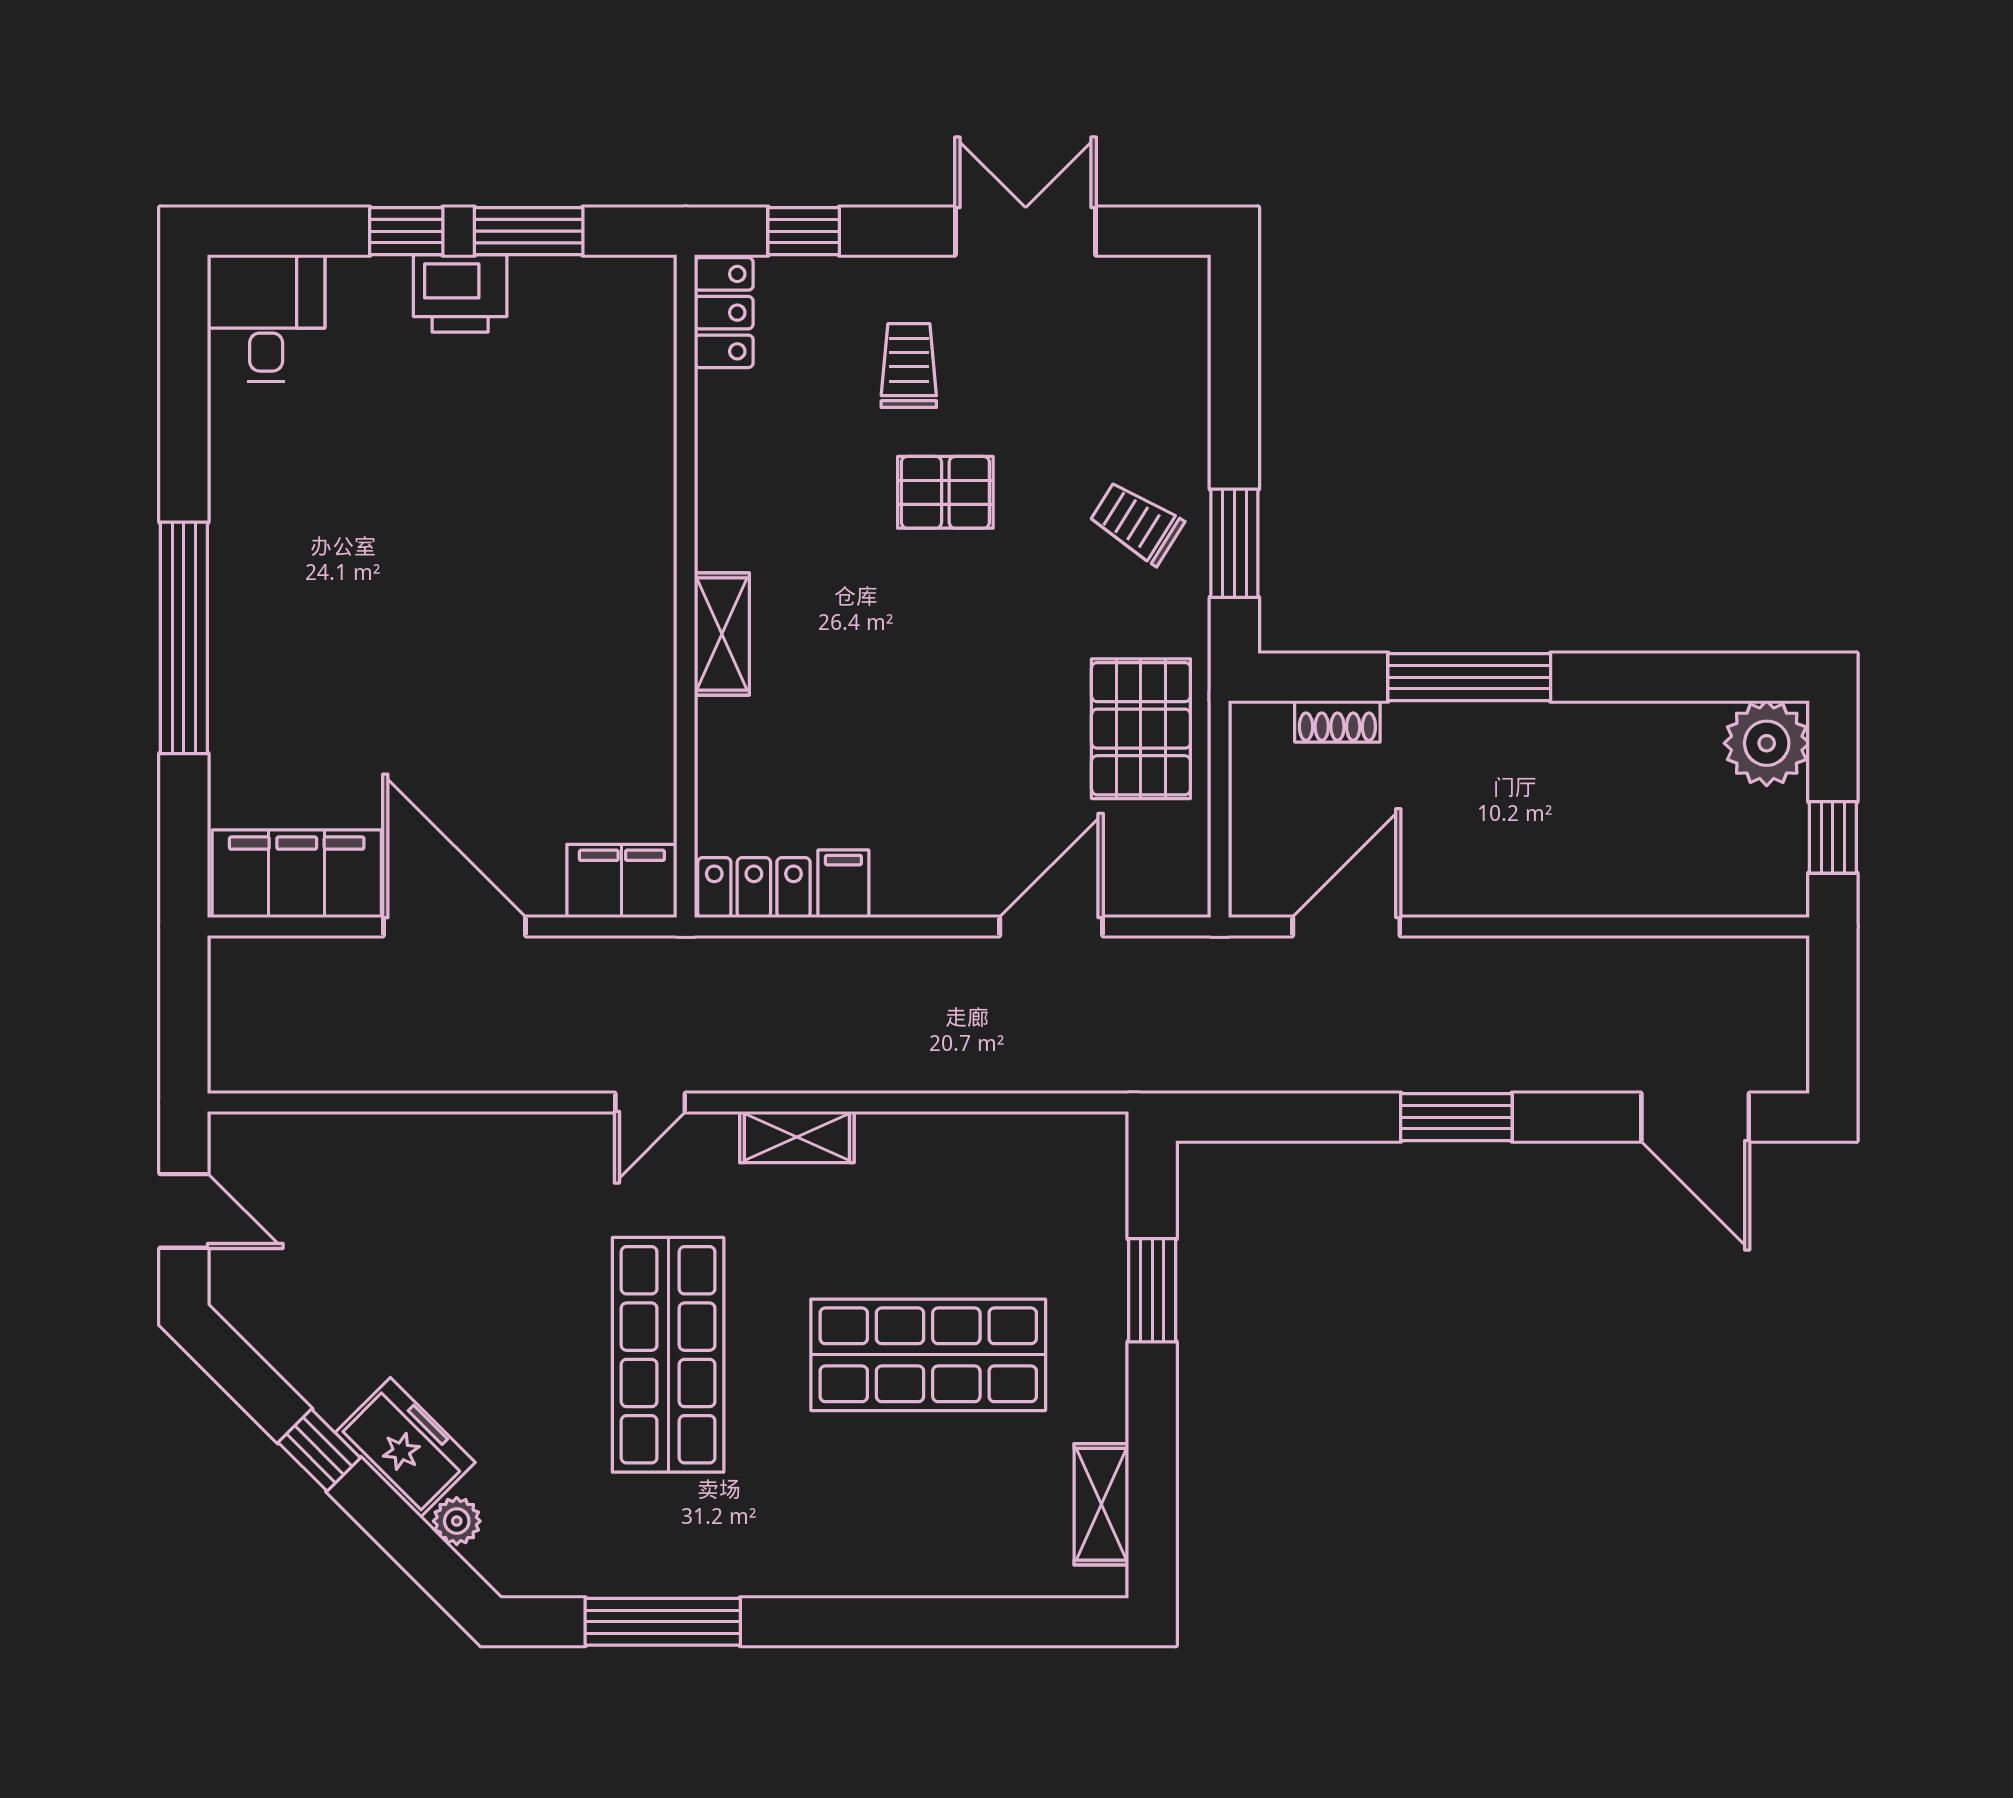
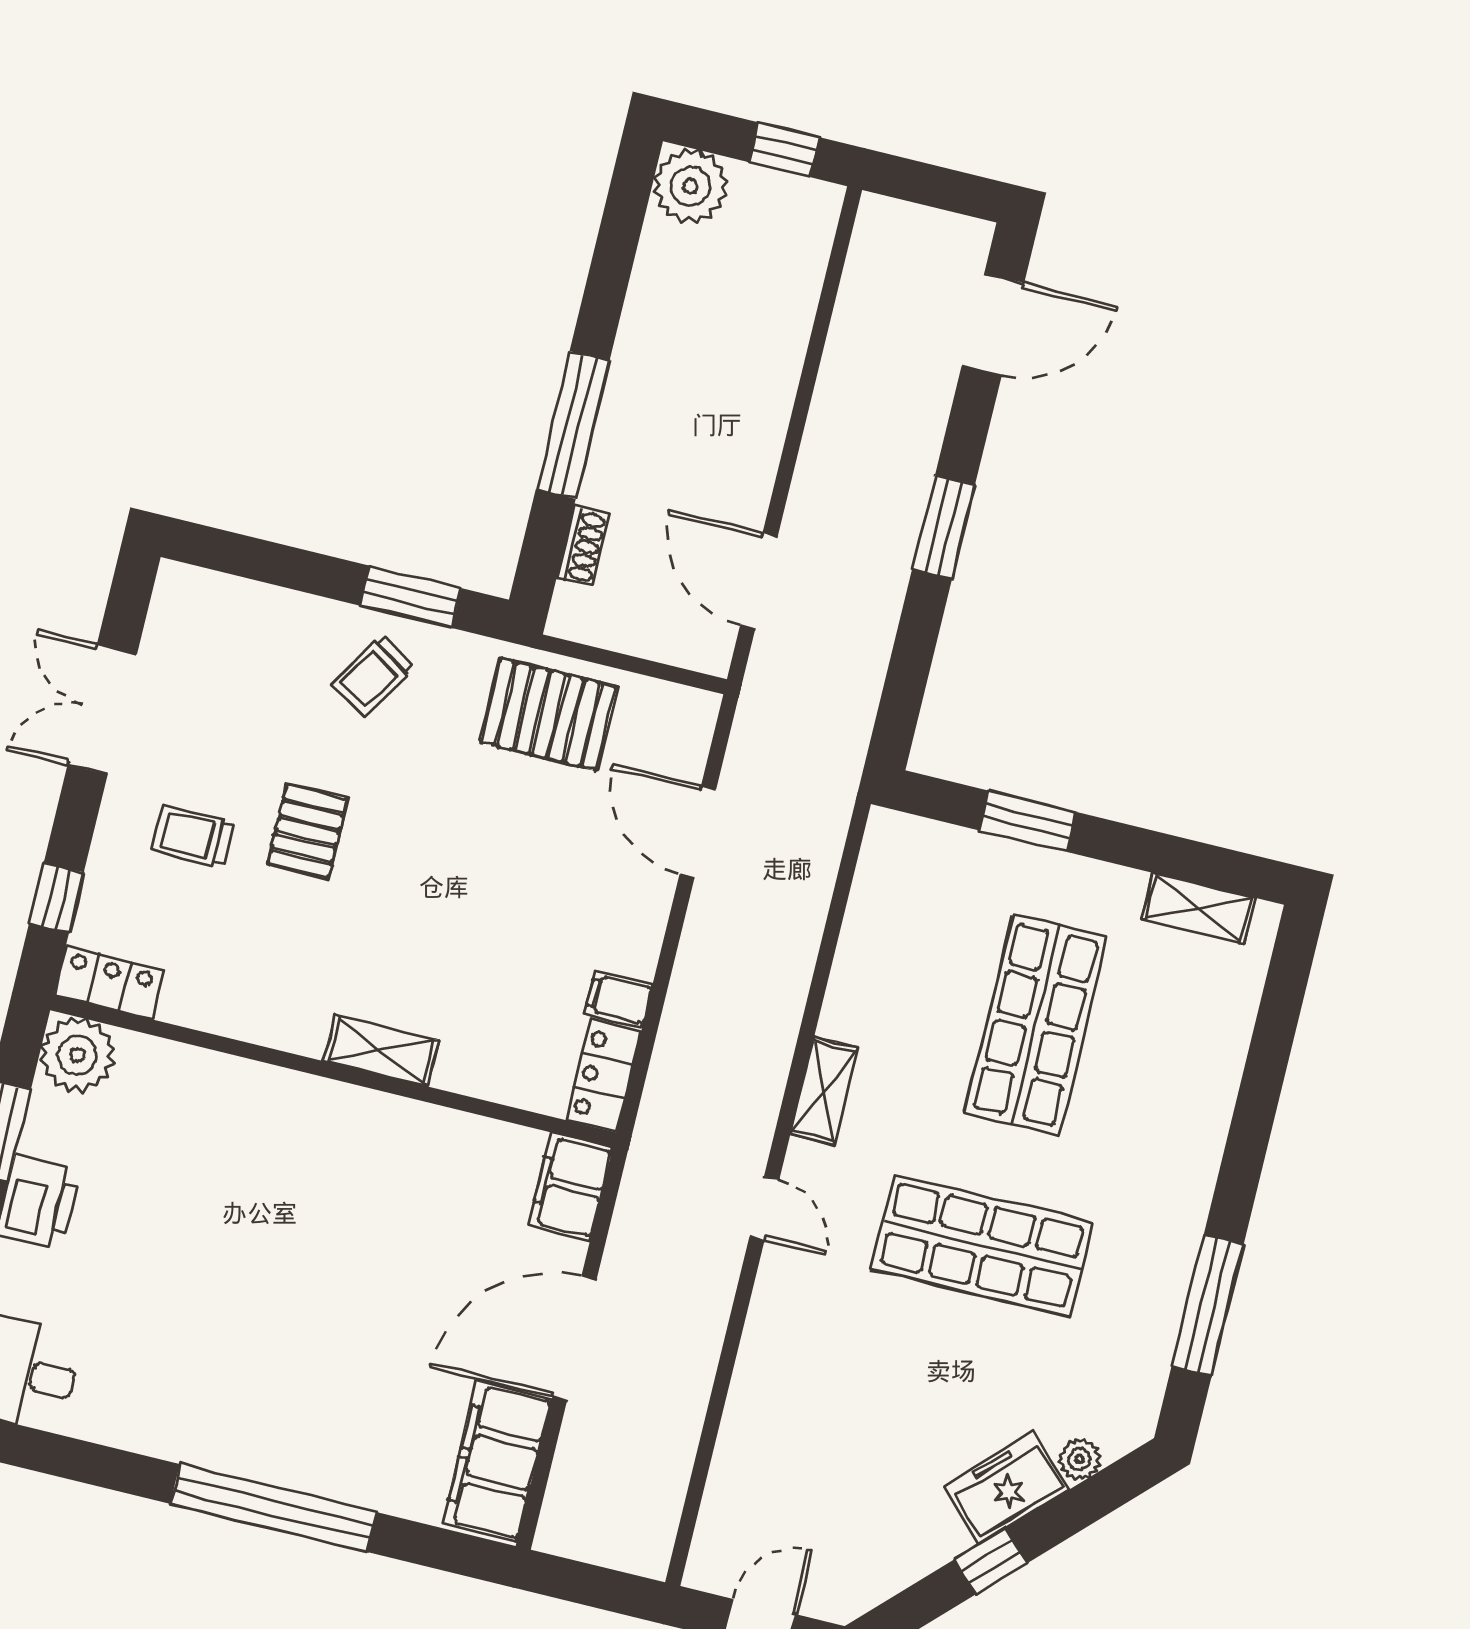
plant: (634, 297) -> (77, 1055), added

